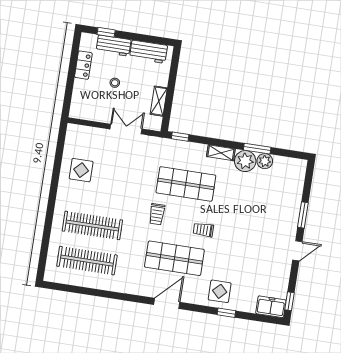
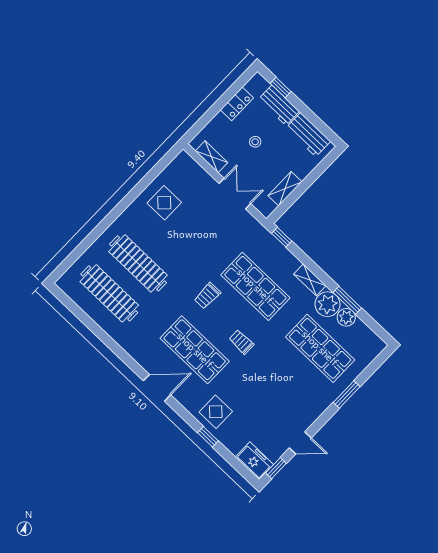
shelving: (92, 115) -> (211, 157), added
shop shelf: (262, 196) -> (320, 348), added
door: (297, 251) -> (300, 443), moved

